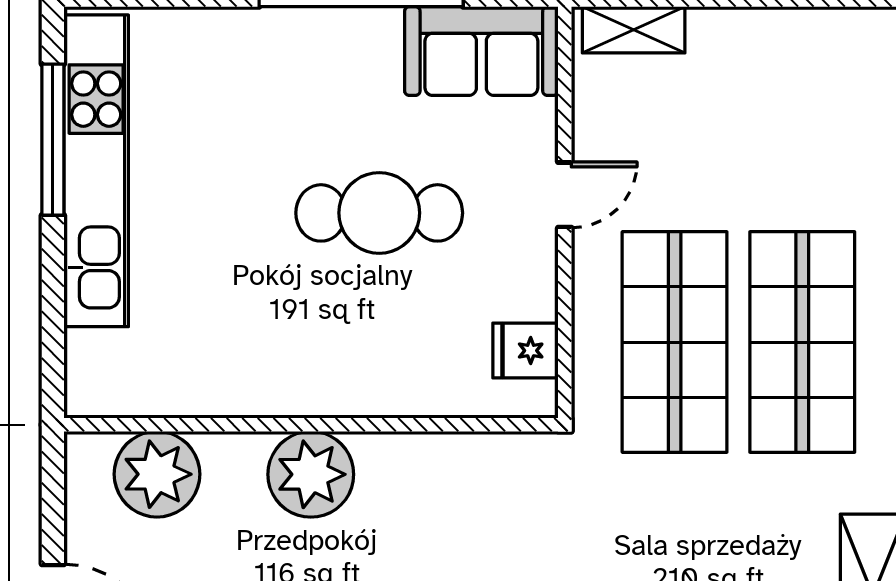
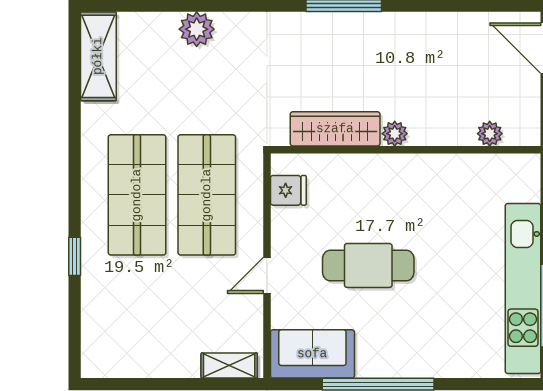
wardrobe: (440, 463) -> (335, 129), added
plant: (157, 474) -> (490, 134), width x0.53, depth x0.53
plant: (311, 474) -> (395, 134), width x0.53, depth x0.53

